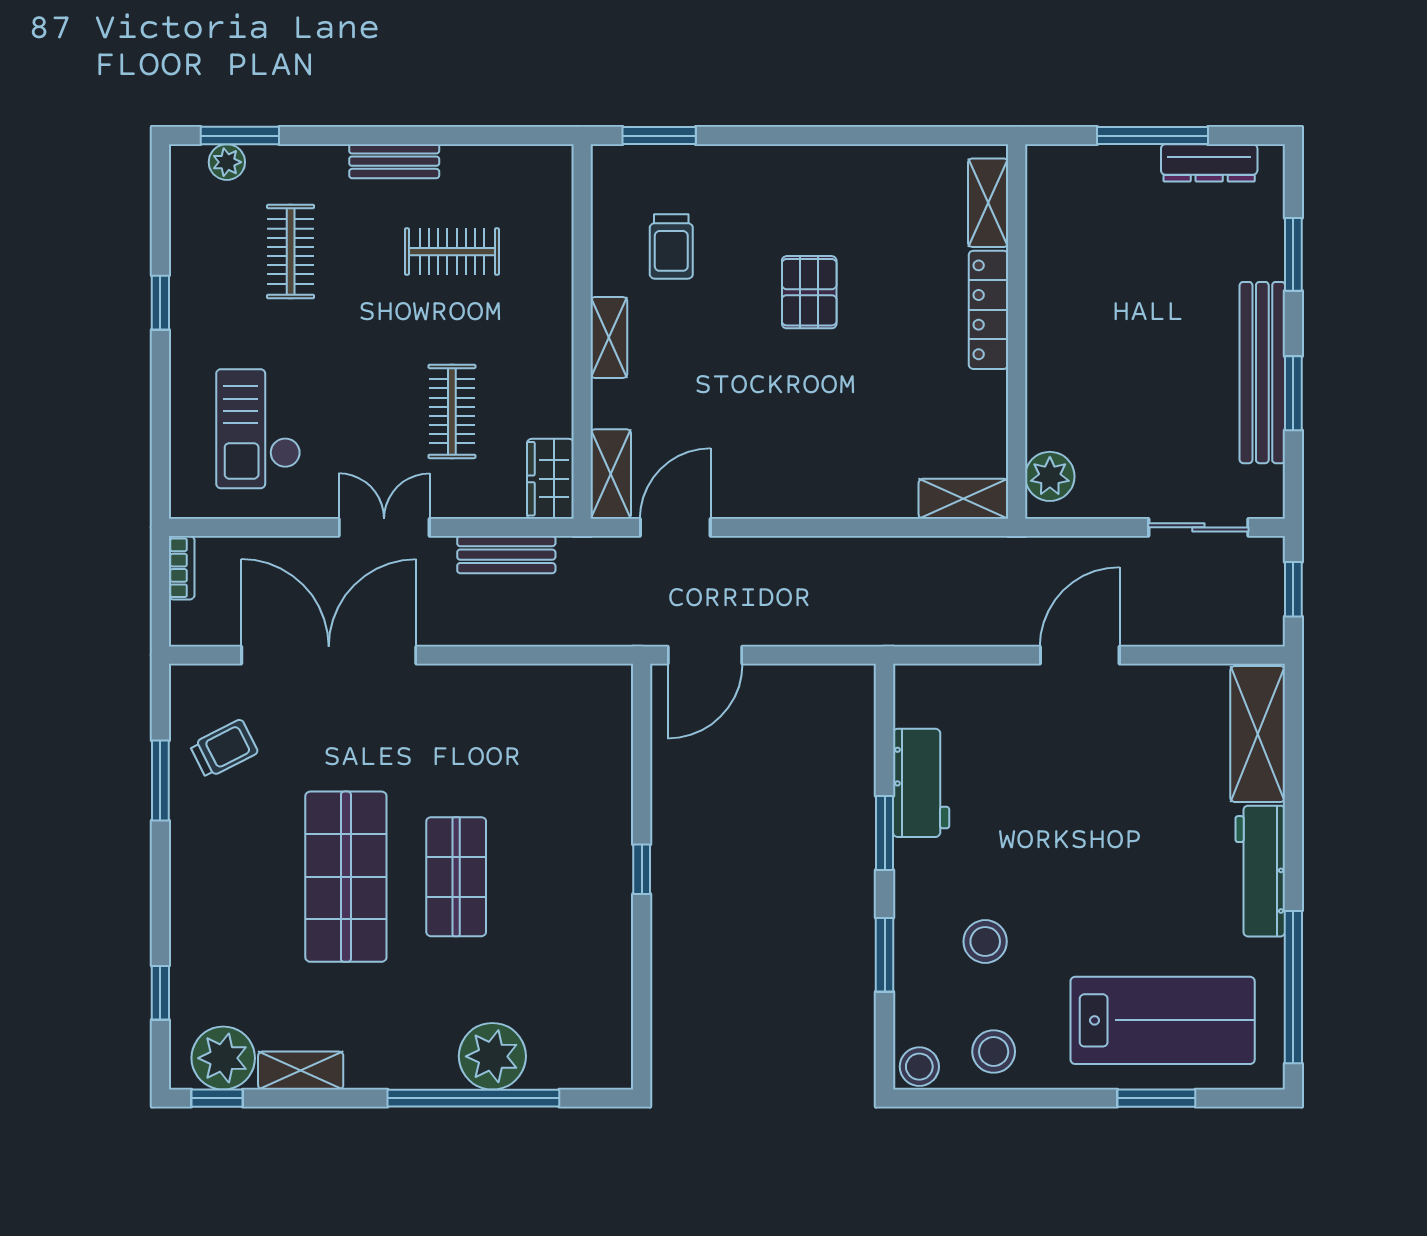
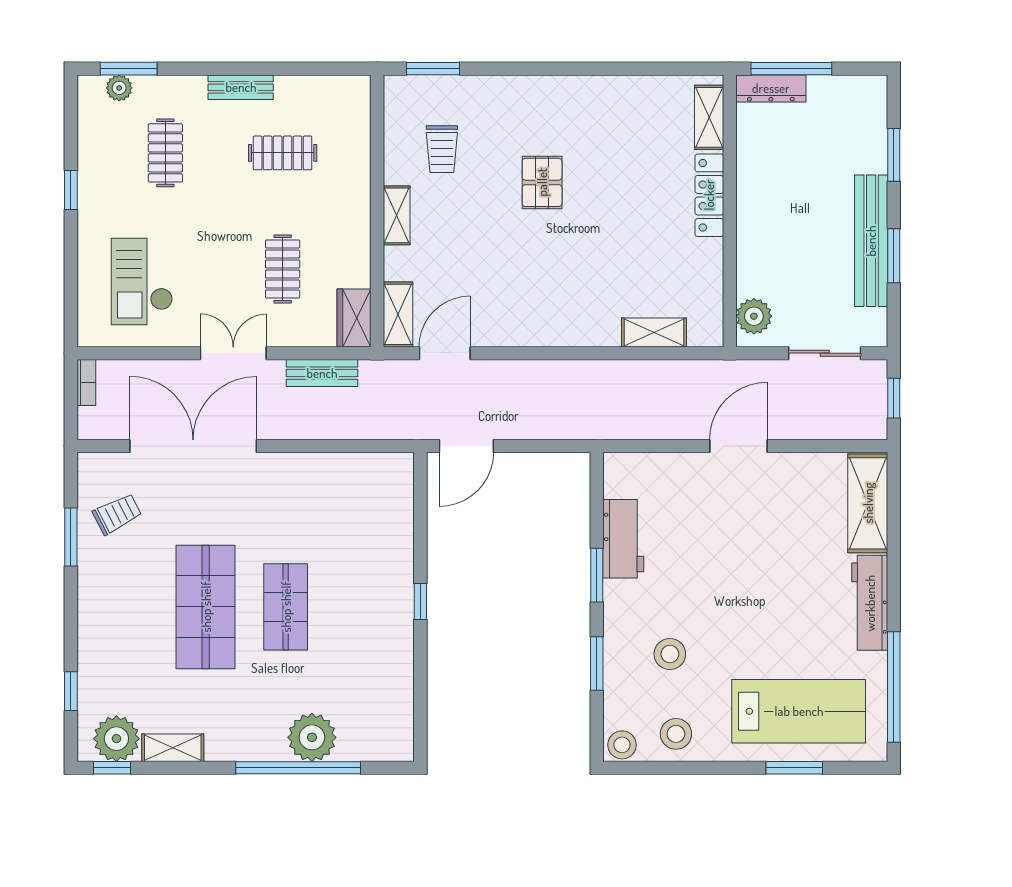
dresser: (1209, 163) -> (771, 88), moved
shelving: (988, 203) -> (709, 117), moved
locker: (988, 310) -> (709, 195), moved
wall: (1017, 331) -> (730, 211), moved
plant: (1050, 476) -> (754, 316), moved

